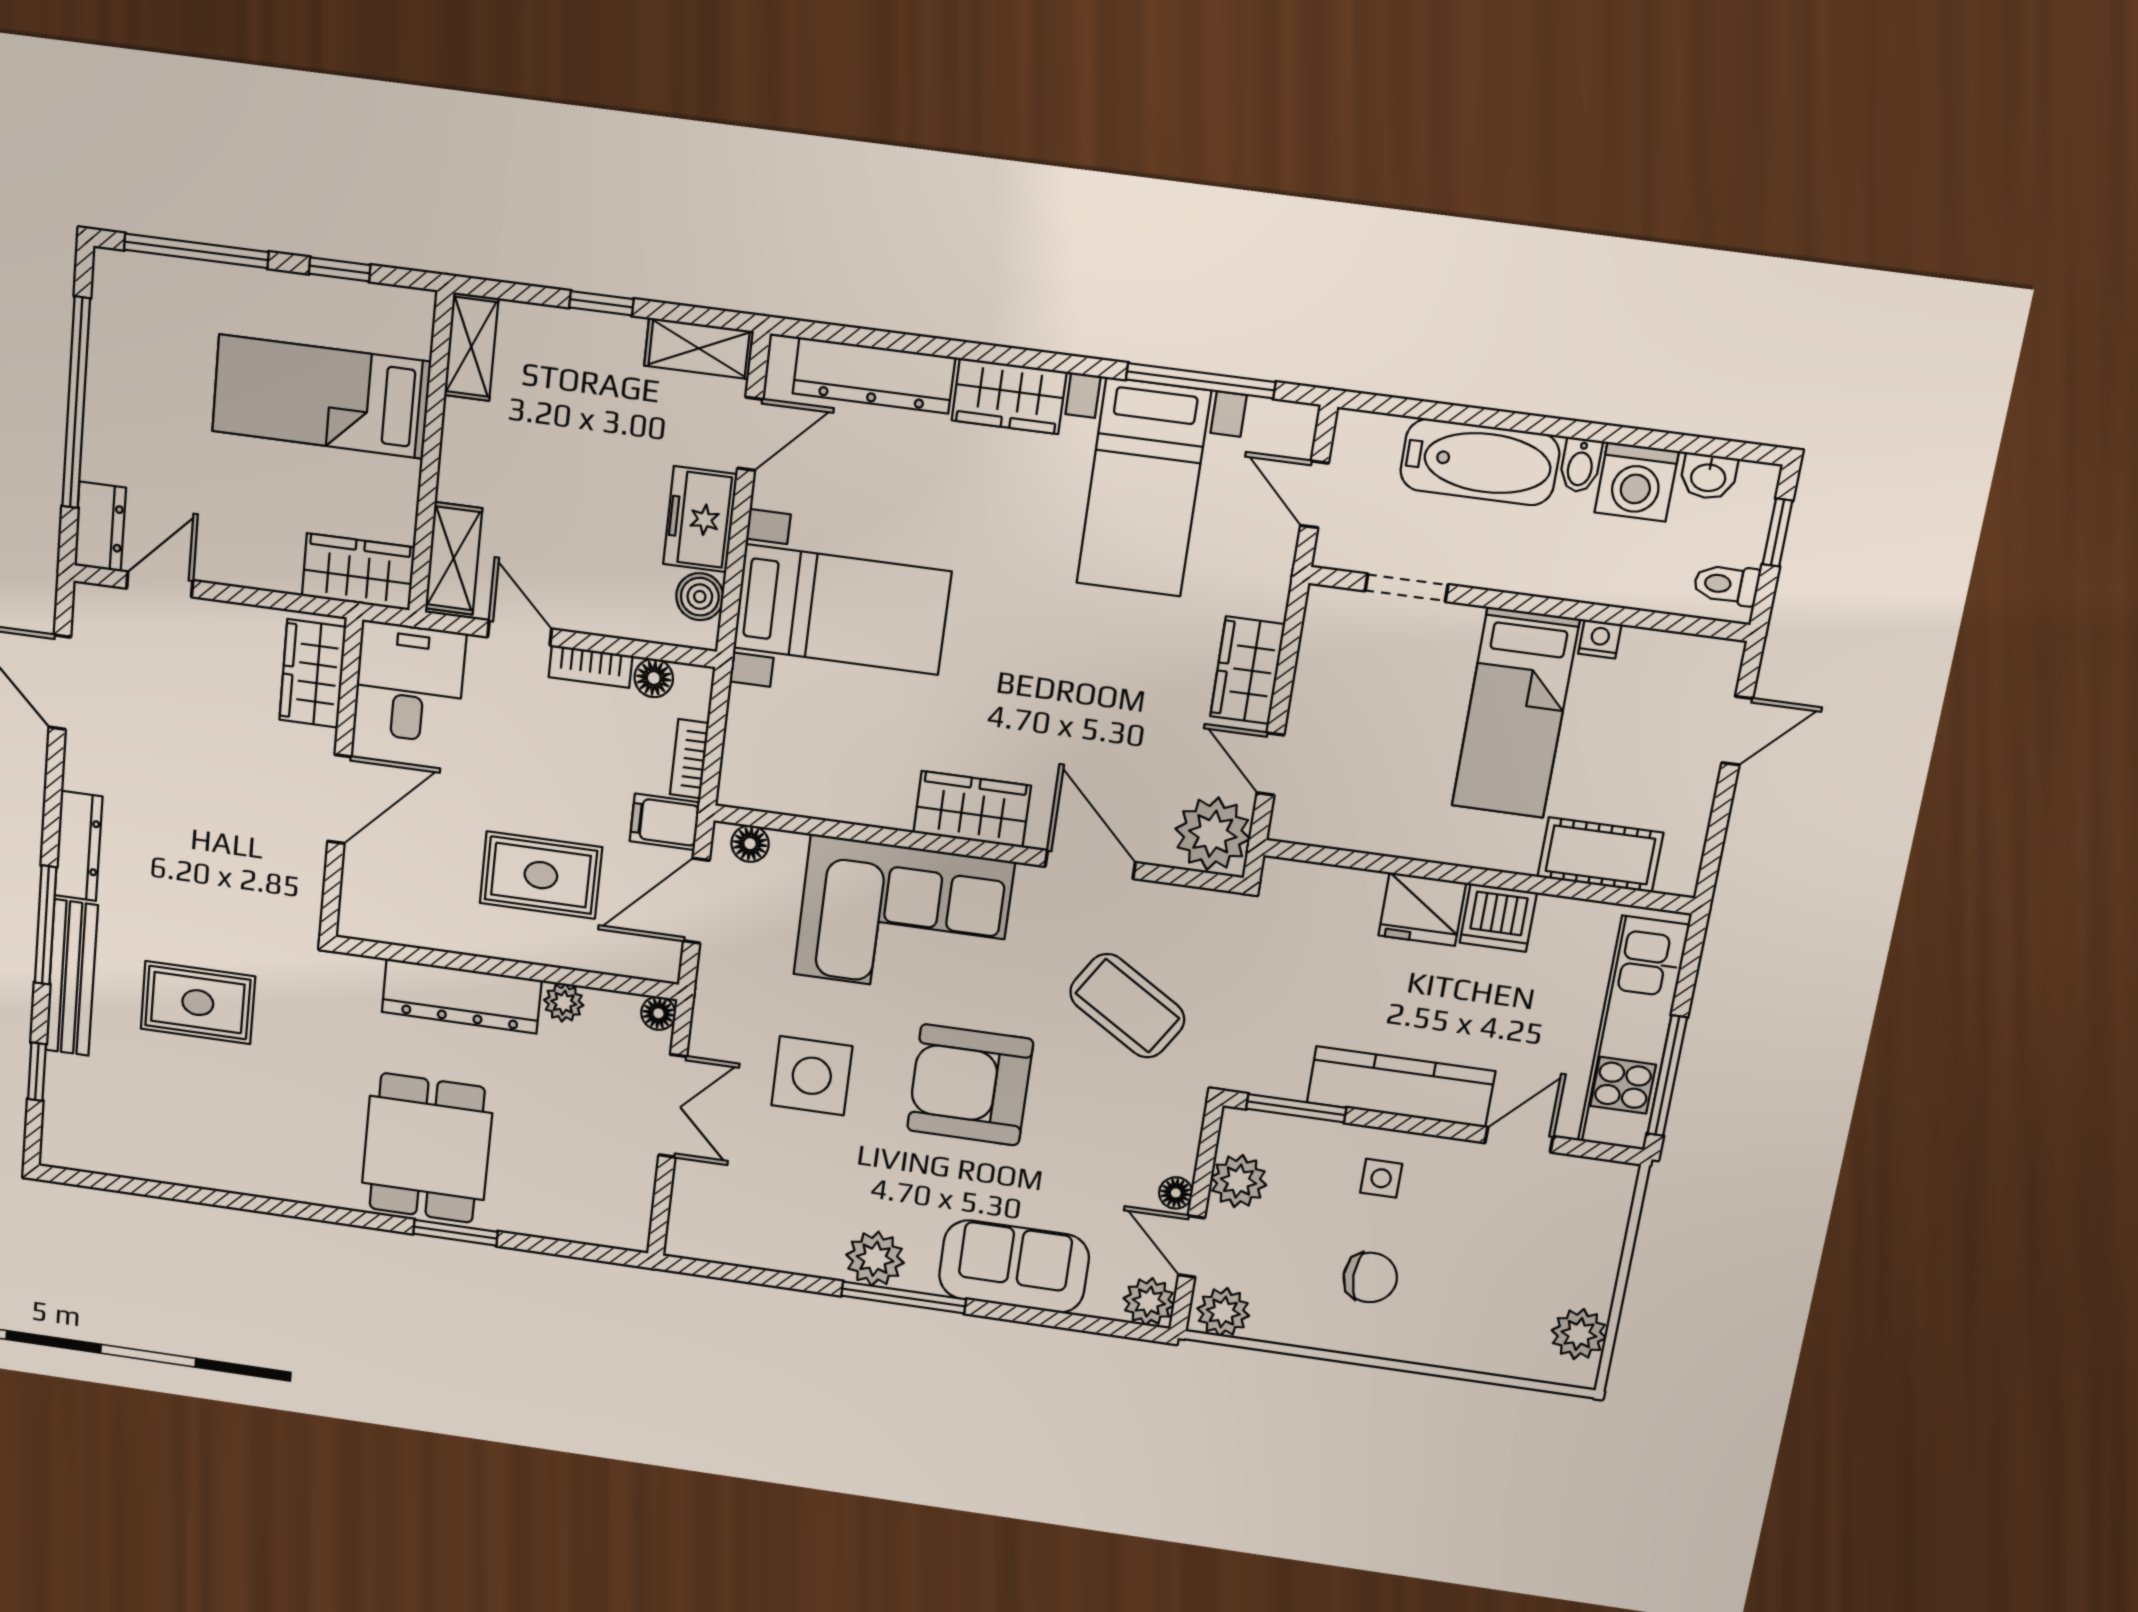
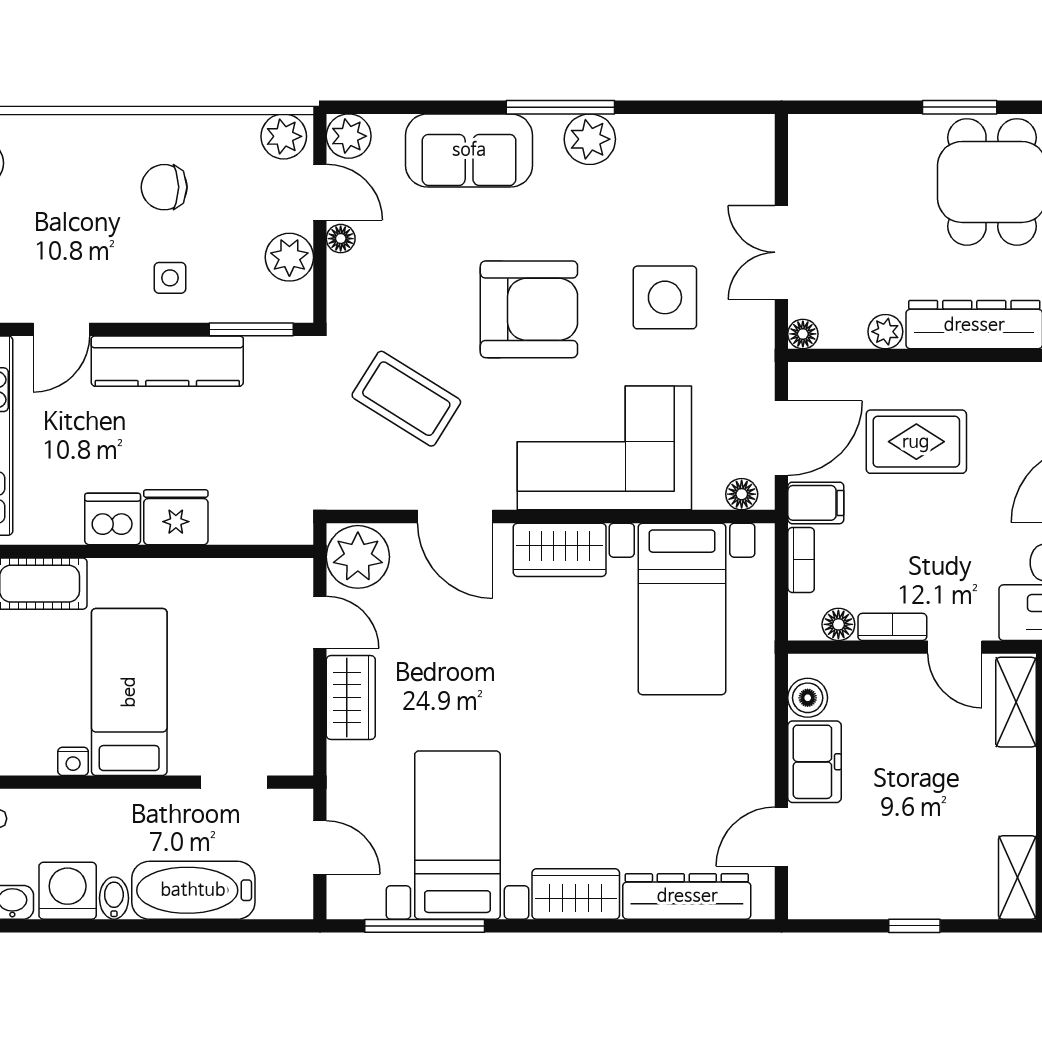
shelving: (699, 348) -> (831, 900), removed
bed with nightstands: (842, 610) -> (682, 609), moved, turned -90

